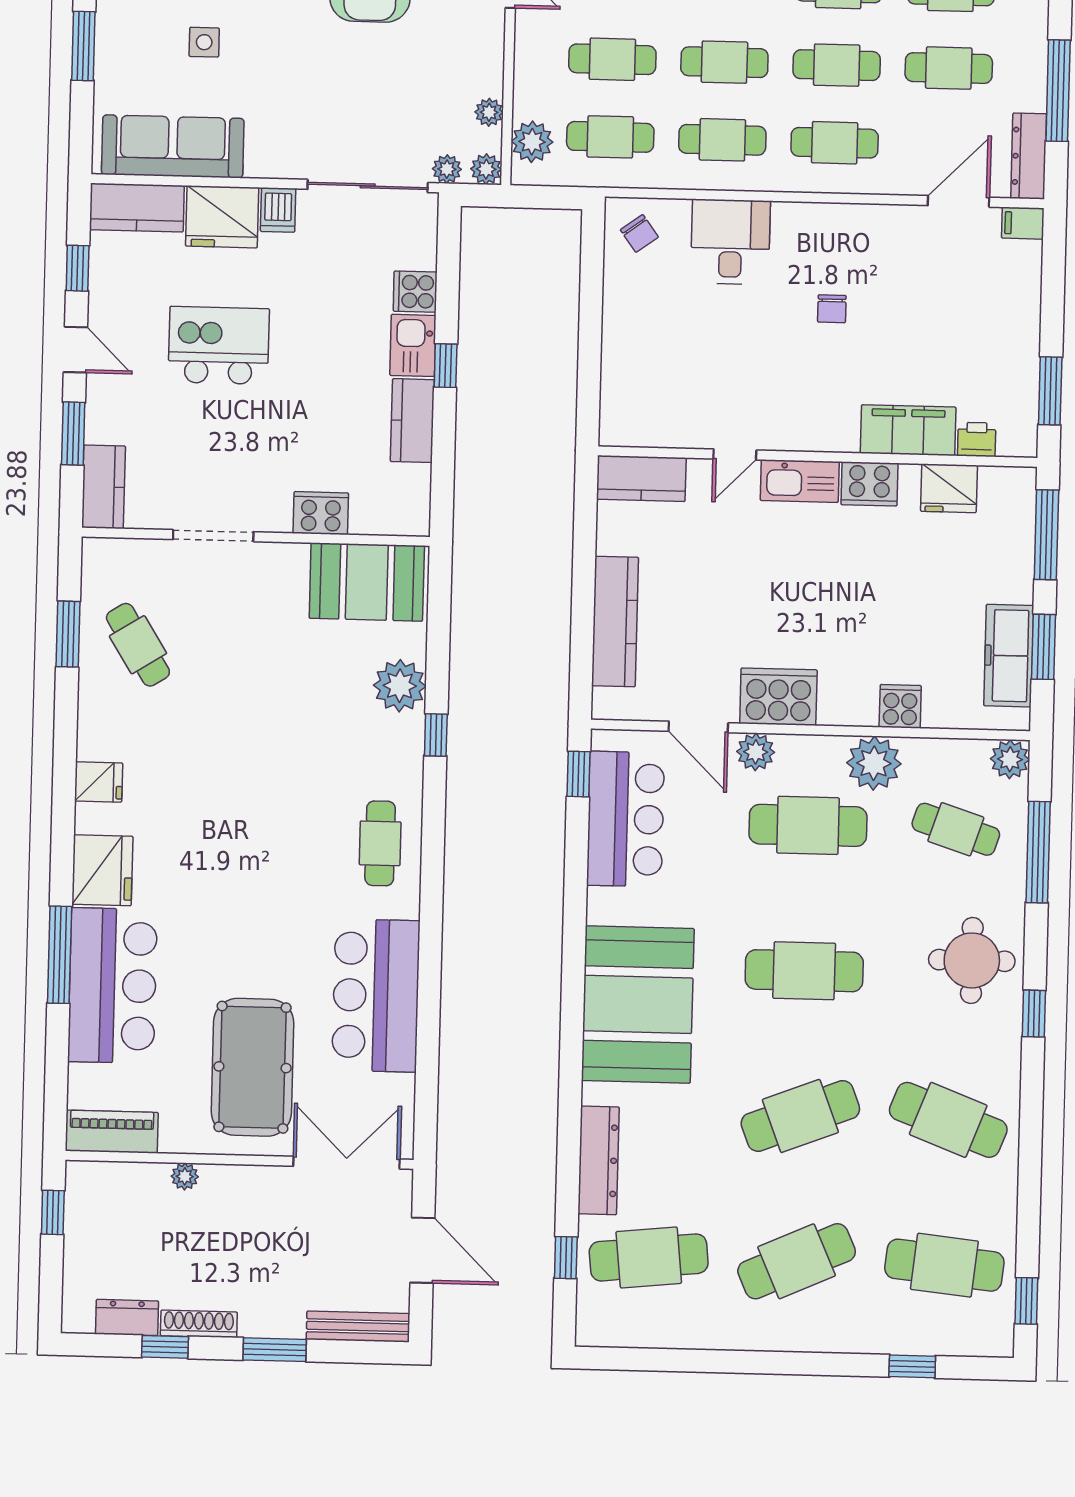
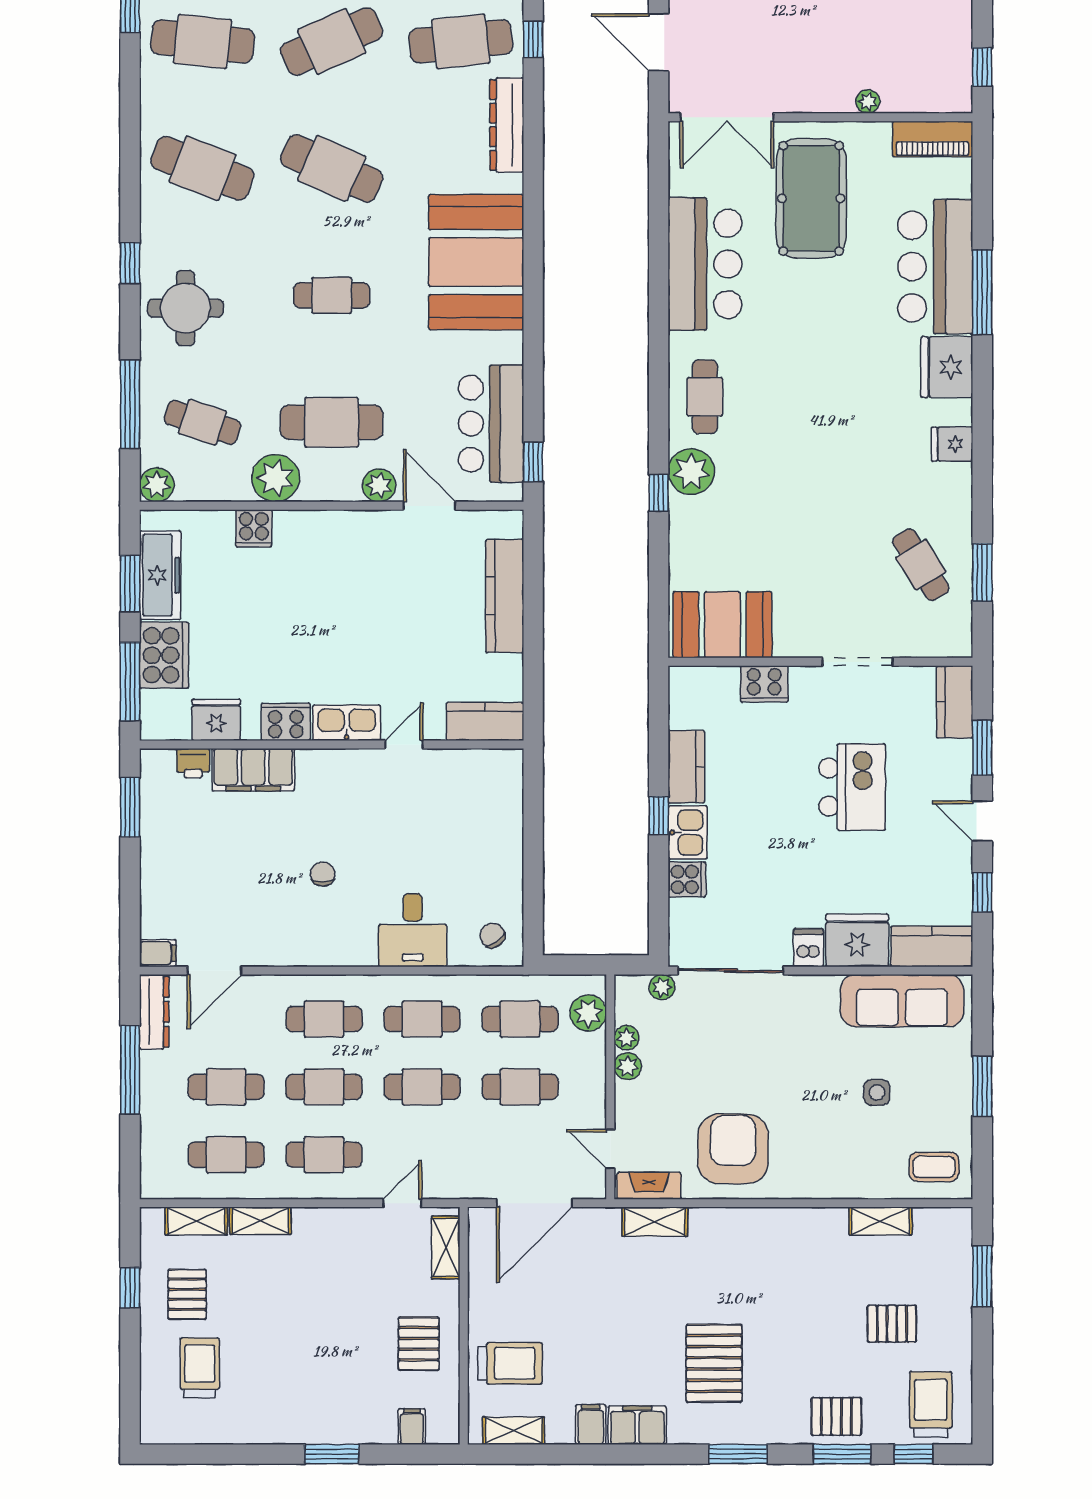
plant: (486, 169) -> (628, 1066), moved
kitchen island: (219, 345) -> (852, 787), moved, turned -90
plant: (400, 686) -> (691, 472), moved
cooker: (778, 697) -> (164, 655), moved, turned -90
cafe table: (804, 971) -> (332, 295), width x0.73, depth x0.74
cafe table: (800, 1116) -> (332, 168), turned 45

